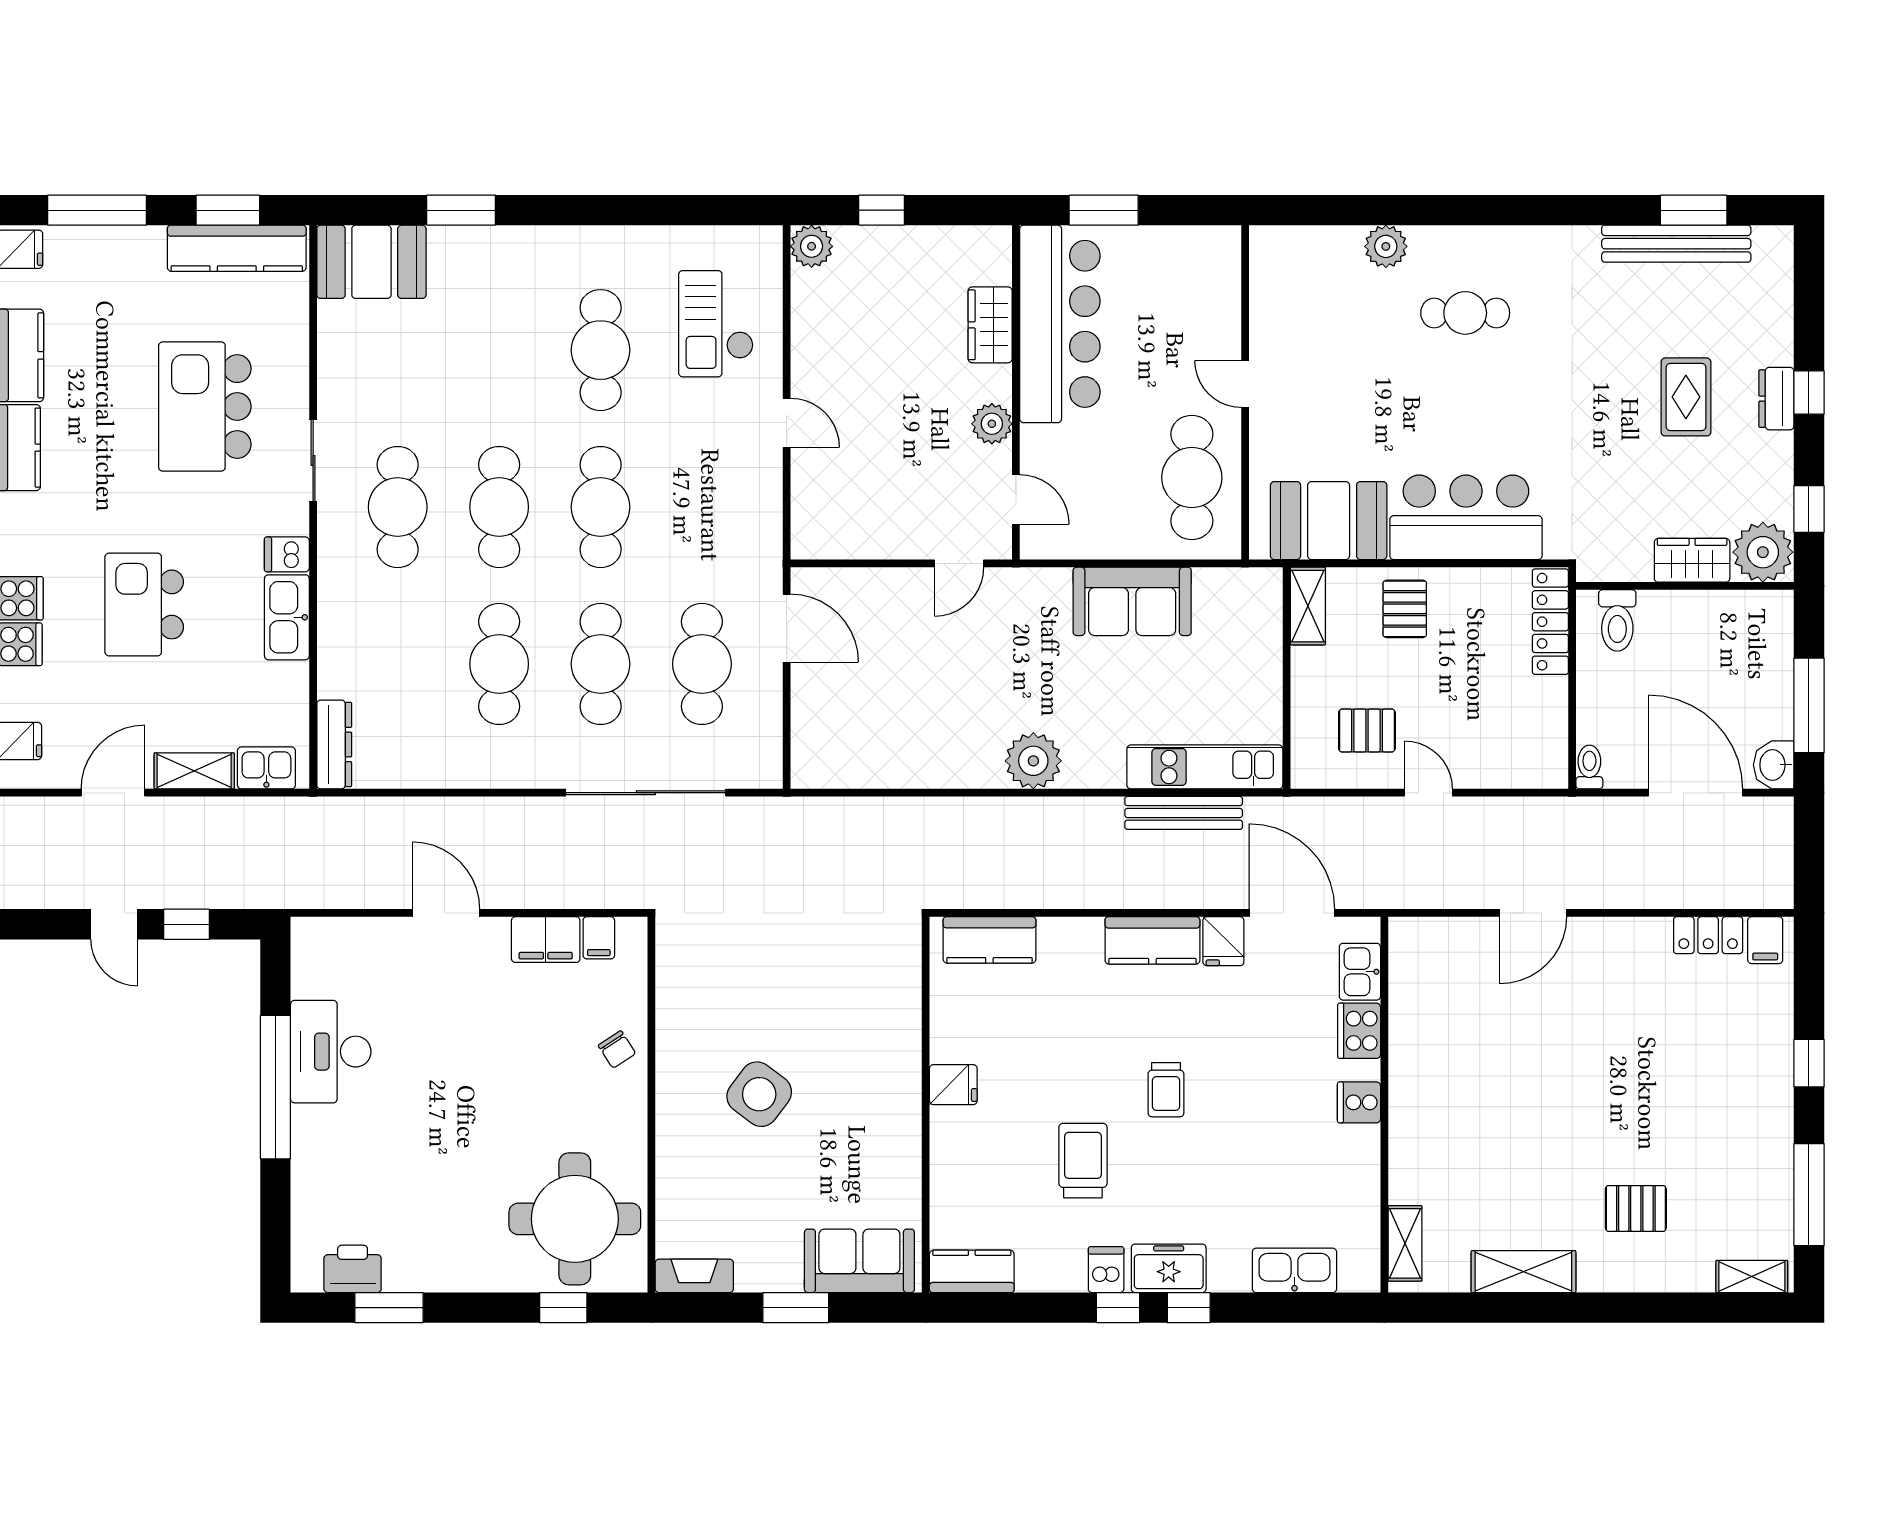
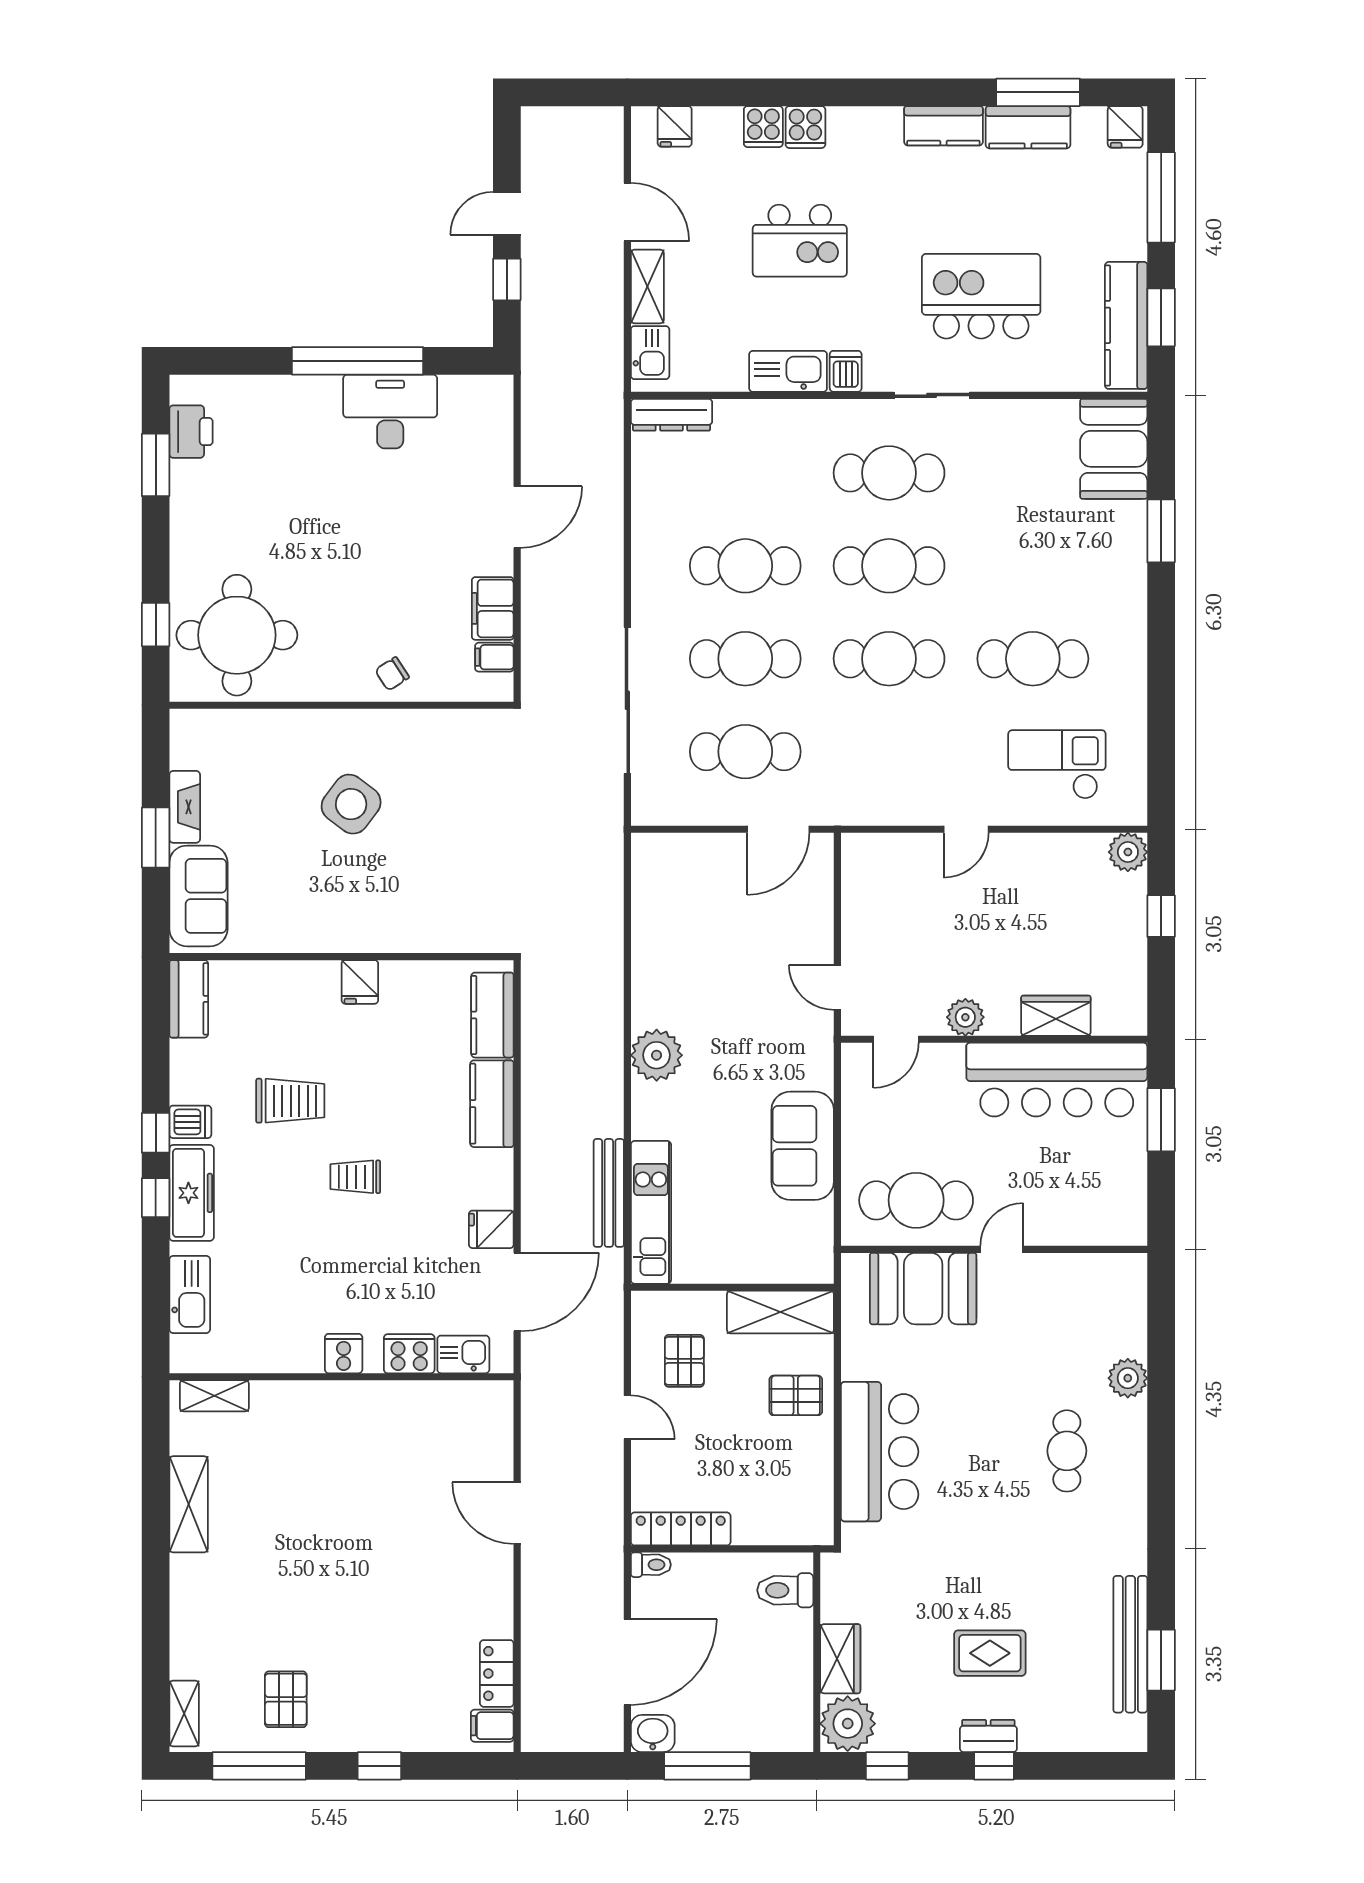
booth: (1329, 521) -> (923, 1289), moved, turned 90
kitchen island: (144, 604) -> (800, 241), turned 180
shelving: (1308, 606) -> (780, 1312), width x1.50, depth x1.33
locker: (1550, 622) -> (681, 1529), moved
door: (1429, 793) -> (627, 1417), hinge flipped
kitchen counter: (1152, 940) -> (492, 1104), moved
pallet: (1636, 1208) -> (286, 1699), moved
freezer: (1169, 1268) -> (192, 1193), width x1.40
fireplace: (694, 1276) -> (185, 807), moved

